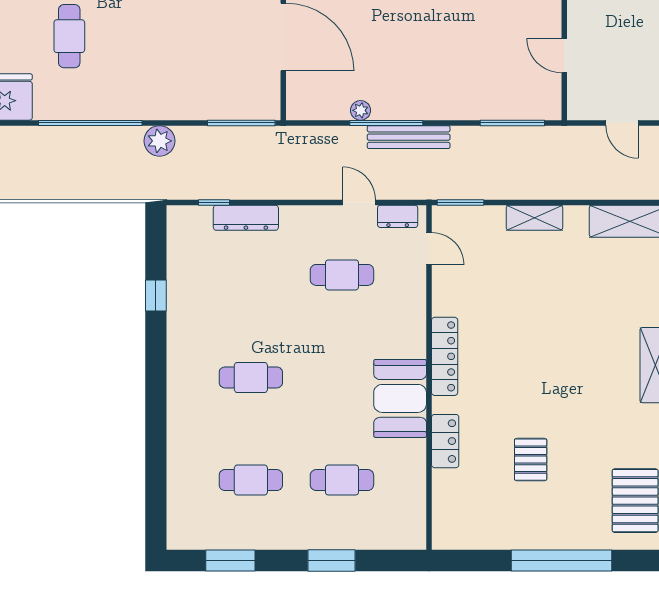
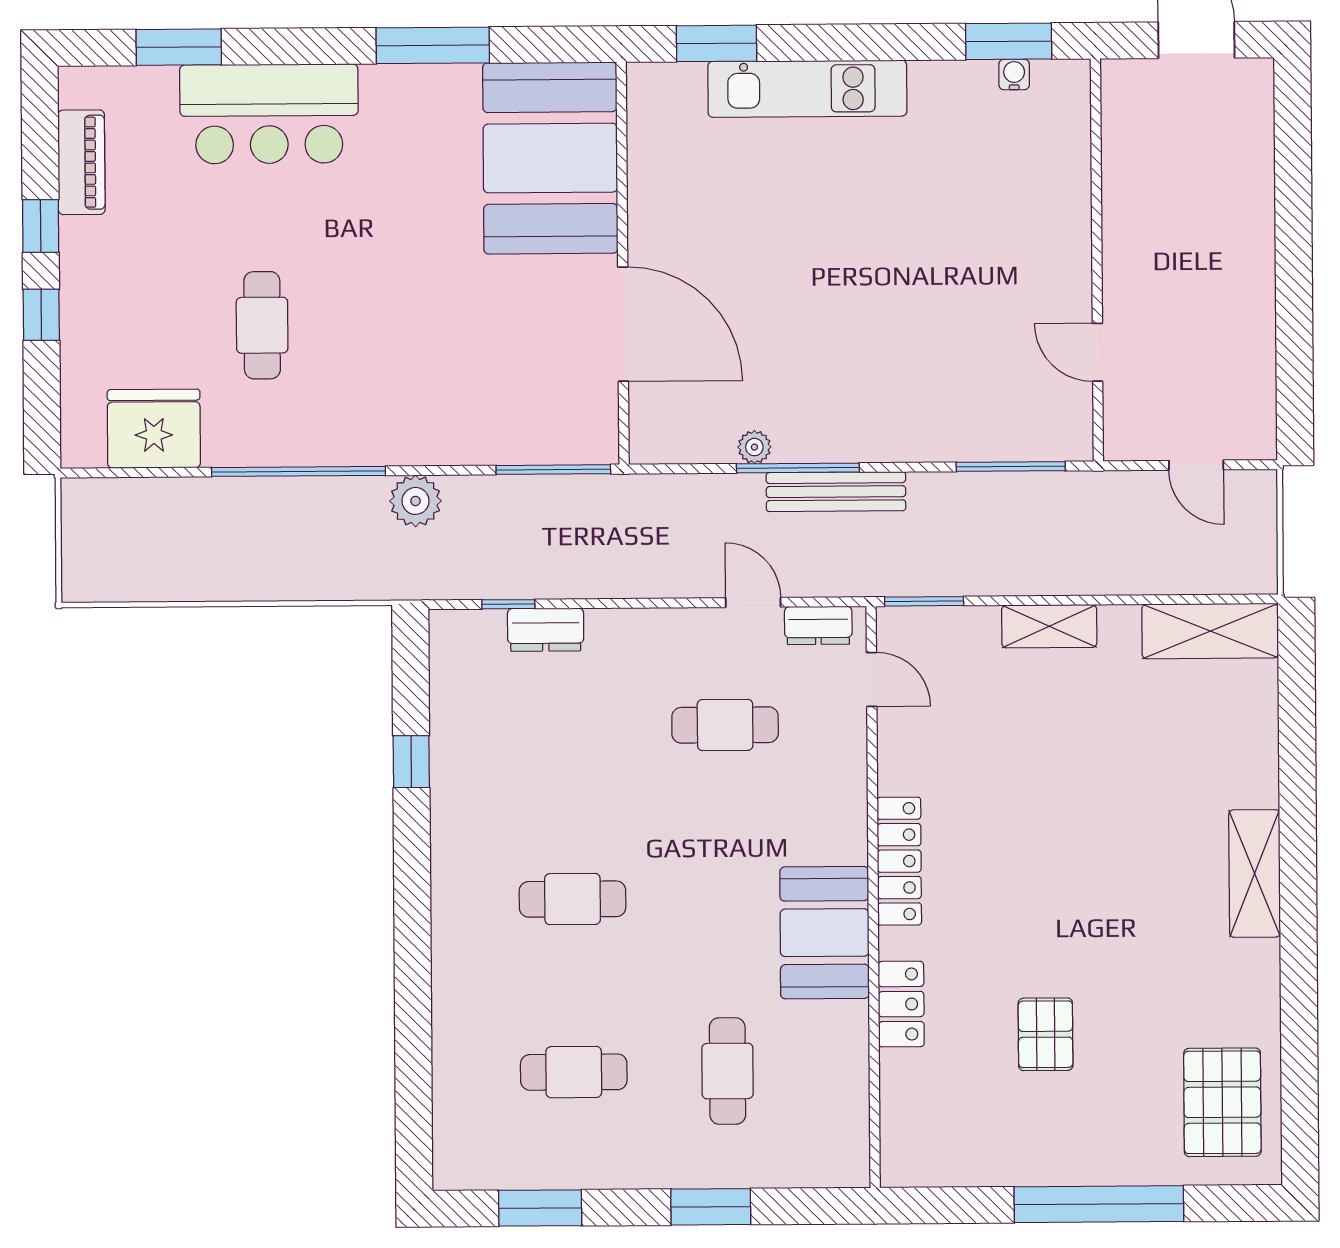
dresser: (246, 218) -> (546, 630), width x0.70
cafe table: (342, 480) -> (727, 1071), turned 90

